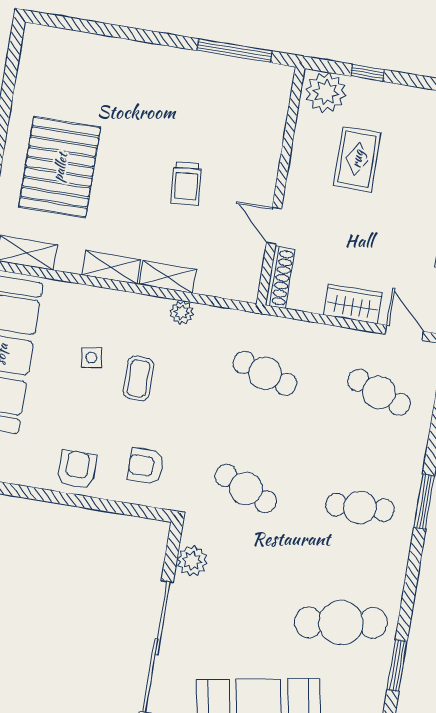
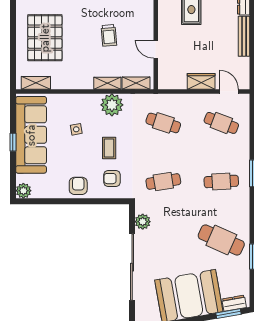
shelving: (111, 267) -> (136, 83), moved
shoe rack: (280, 277) -> (163, 74), removed
plant: (182, 312) -> (112, 105), width x1.88, depth x1.88
coffee table: (138, 379) -> (109, 148), moved
cafe table: (246, 489) -> (163, 181), turned -33
cafe table: (341, 623) -> (221, 240), turned 33

